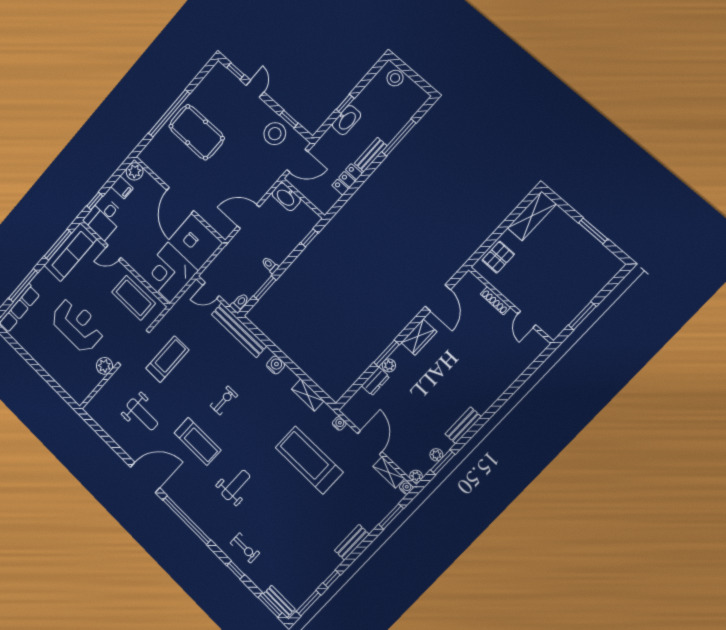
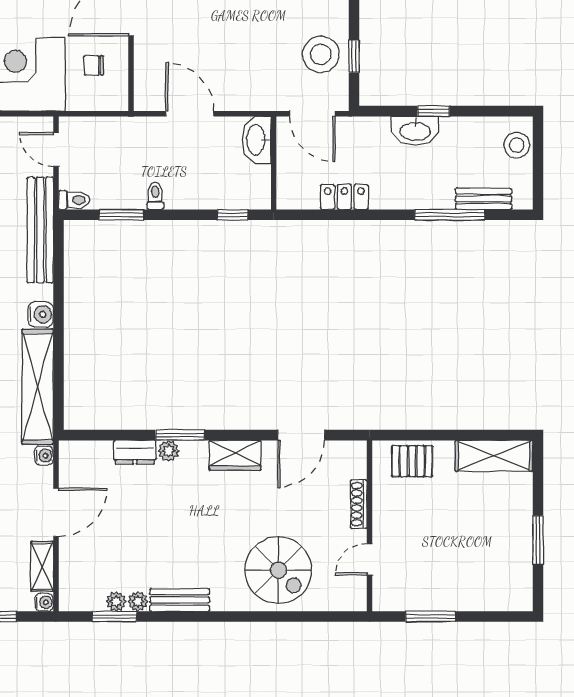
bench: (371, 155) -> (484, 199), moved
spiral stairs: (492, 367) -> (278, 570), added
shelving: (308, 395) -> (38, 387), width x2.20, depth x1.33
plant: (416, 476) -> (138, 602), moved

